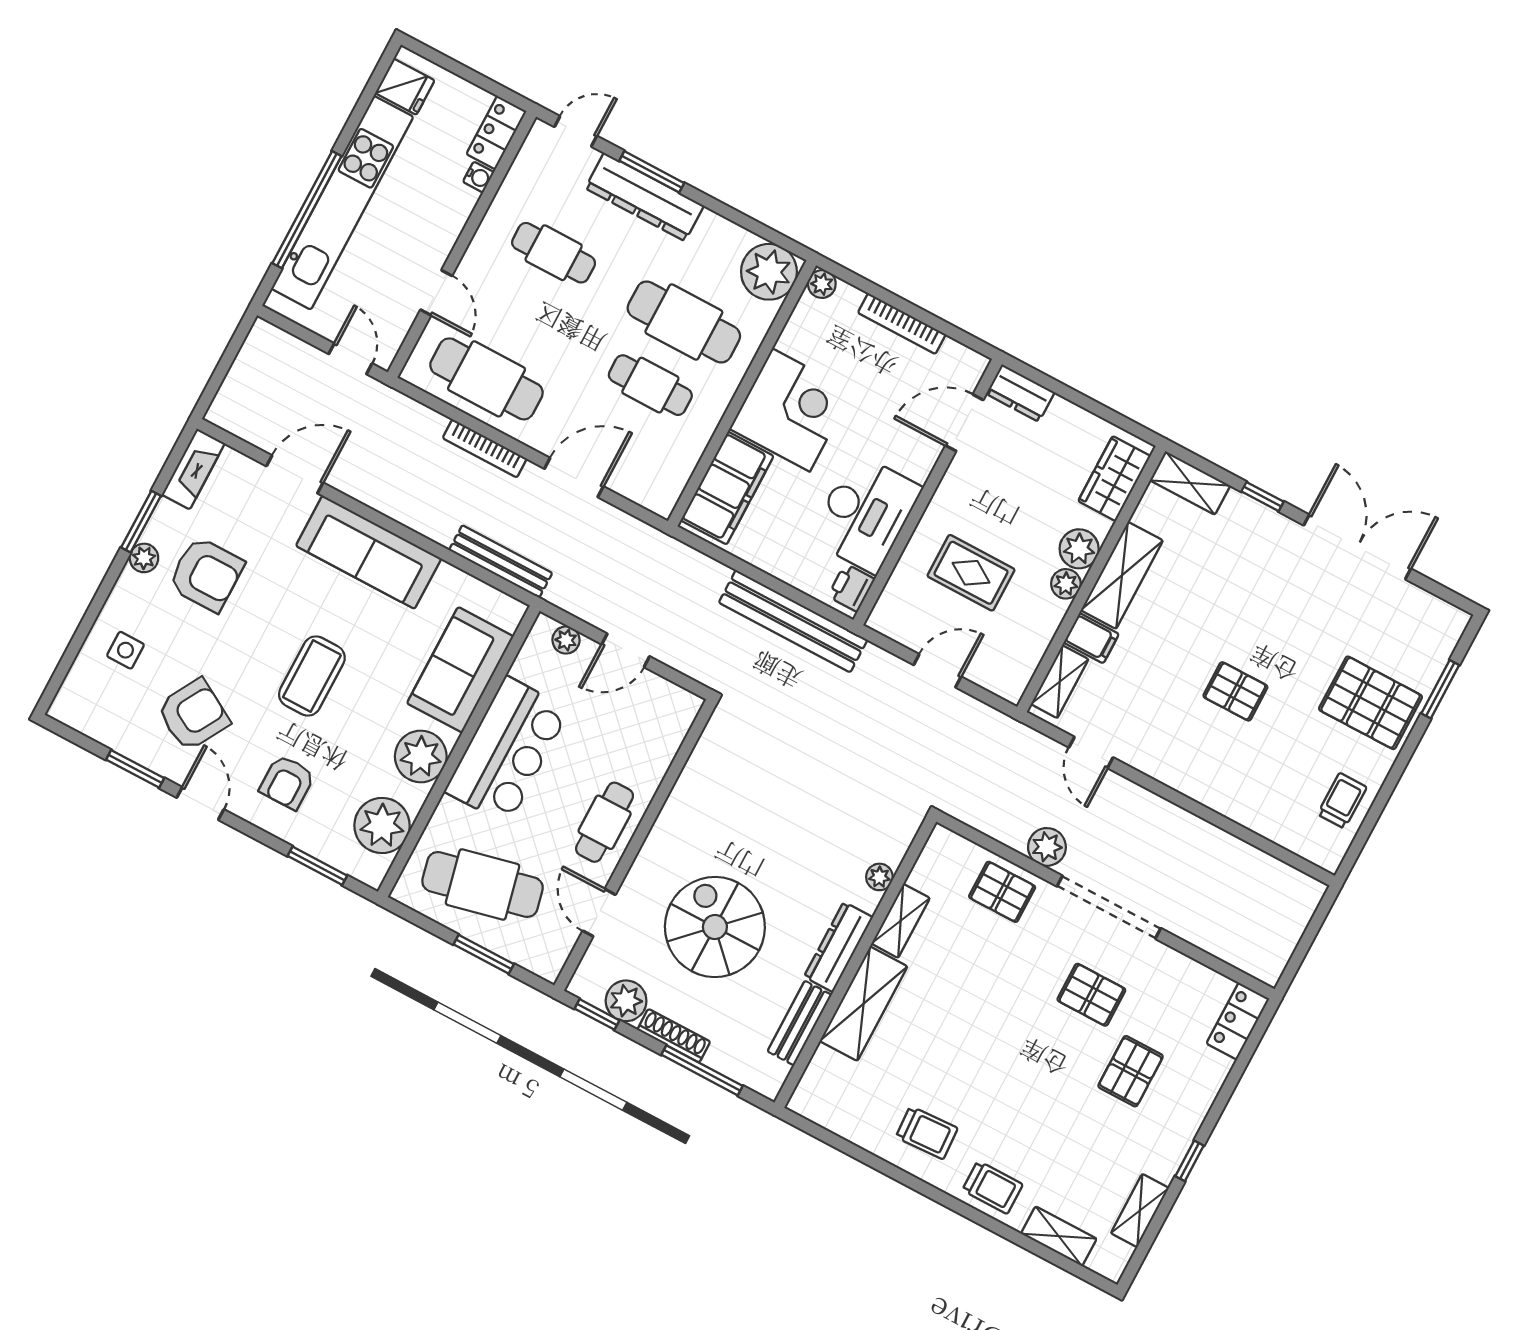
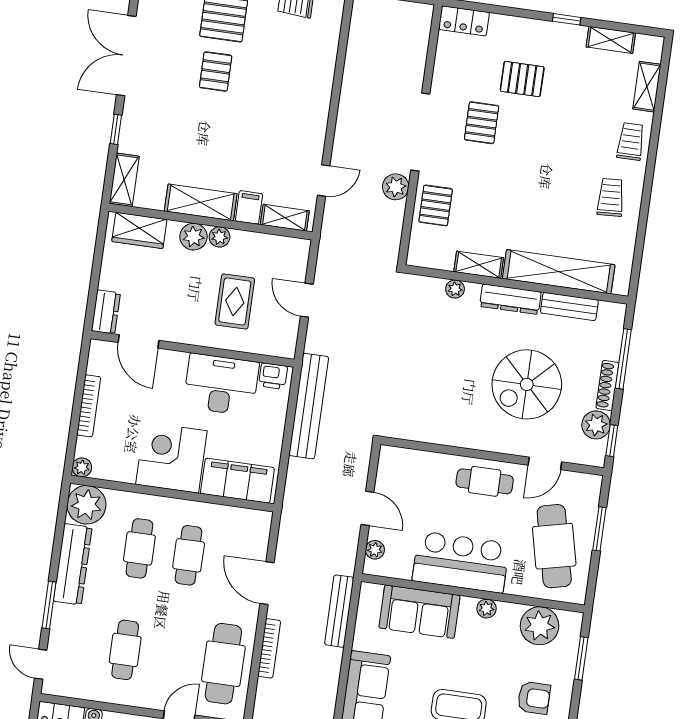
dresser: (644, 197) -> (73, 564), moved
cafe table: (684, 322) -> (139, 548), width x0.73, depth x0.74
pallet: (1235, 691) -> (216, 71), moved
plant: (421, 756) -> (486, 609), width x0.53, depth x0.53
shelving: (864, 1004) -> (559, 272), width x1.47

